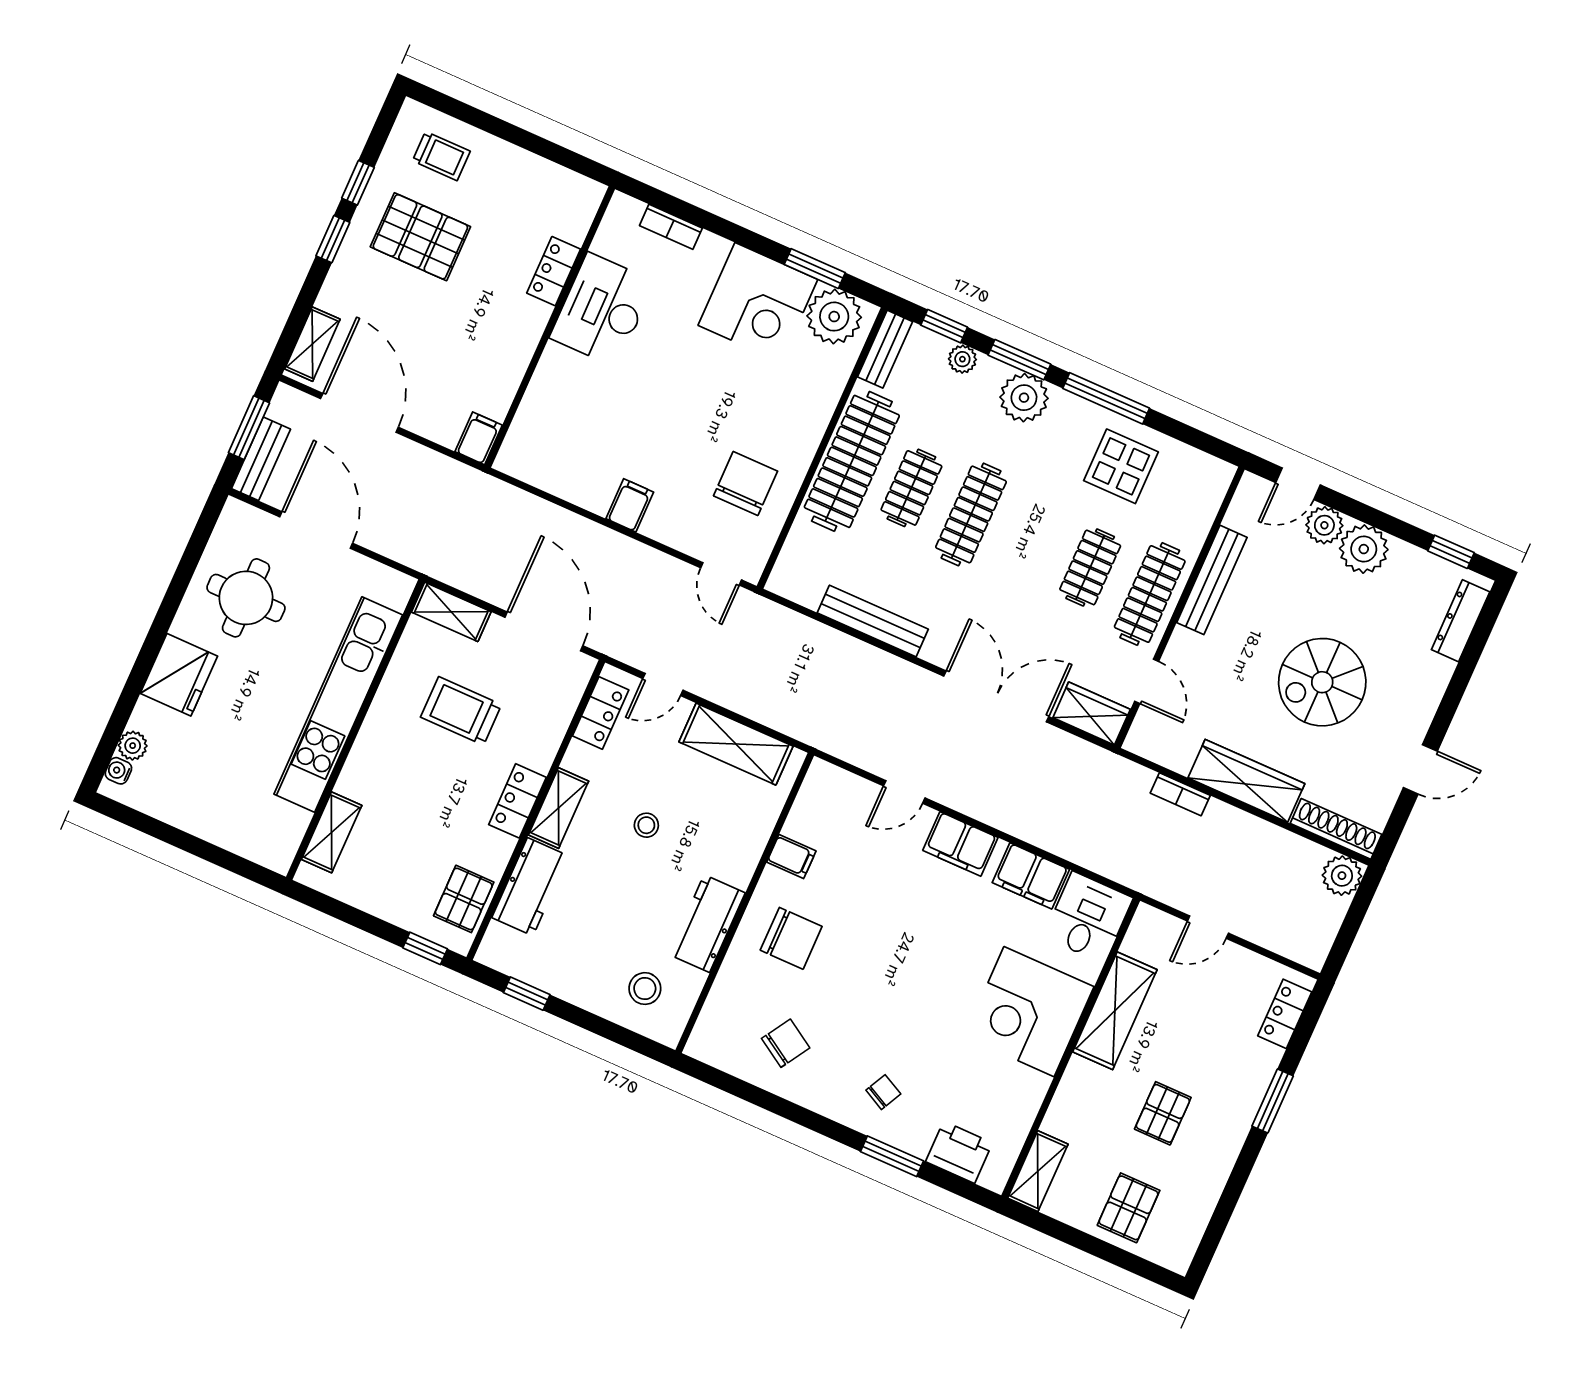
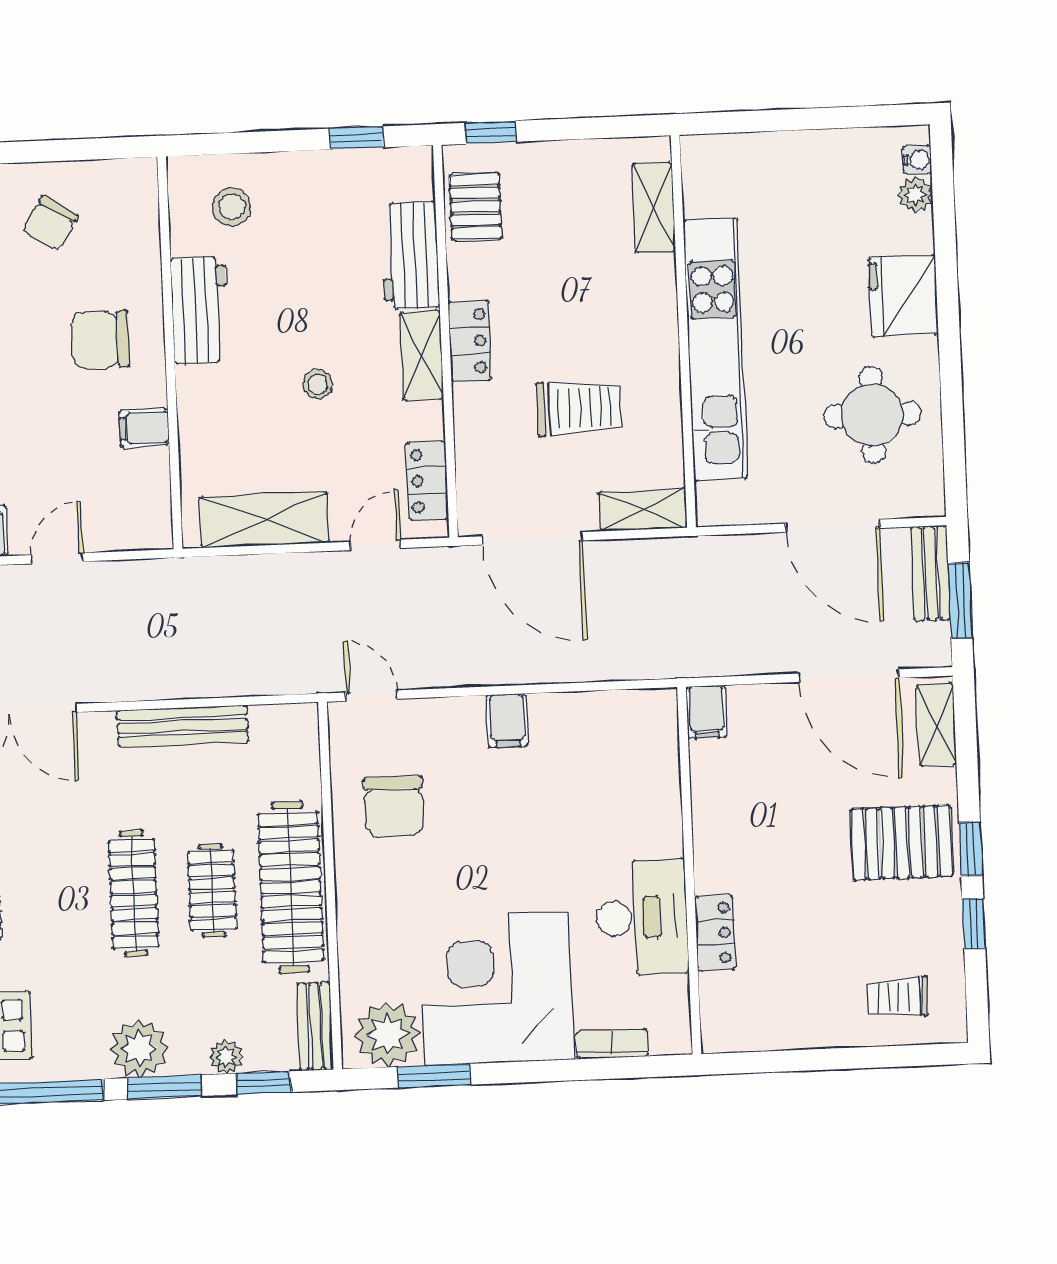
pallet: (420, 237) -> (902, 843), moved
corner desk: (758, 302) -> (496, 988), width x1.36, depth x1.36

